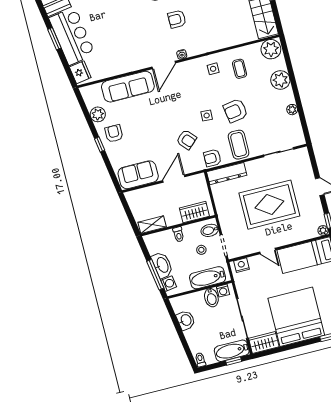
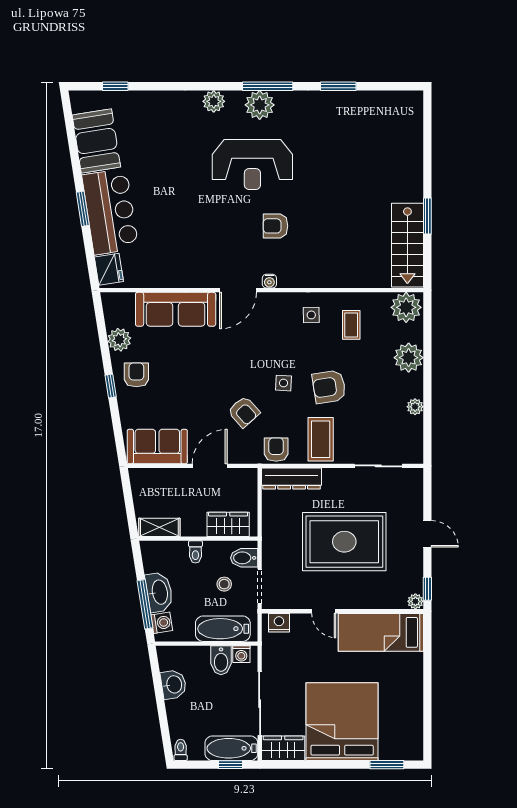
armchair: (212, 158) -> (276, 450), turned 90

